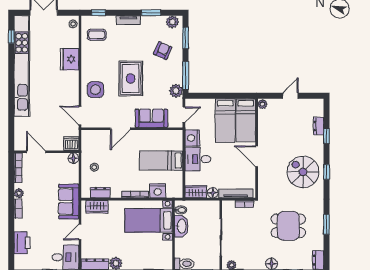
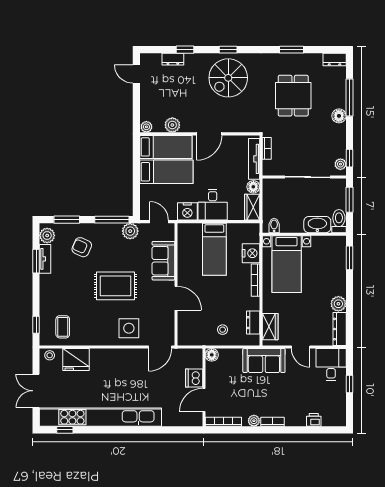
tv unit: (128, 20) -> (45, 259), moved
fridge: (70, 59) -> (76, 360), moved
door: (291, 96) -> (136, 74), moved
plant: (264, 126) -> (172, 125), added
dishwasher: (71, 144) -> (194, 378), moved
washbasin: (181, 226) -> (317, 225), moved
printer: (22, 243) -> (314, 420), width x0.53, depth x0.68

